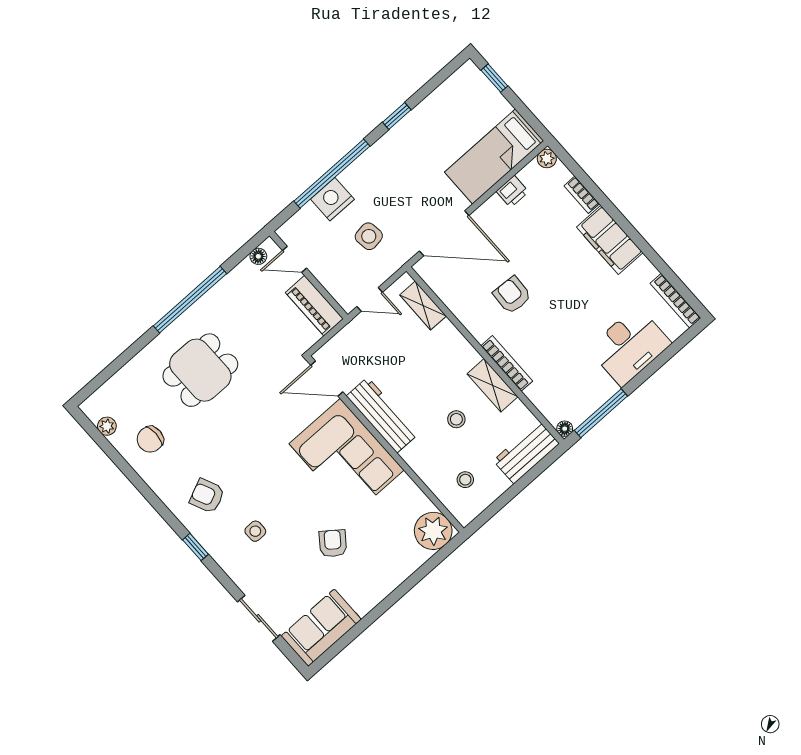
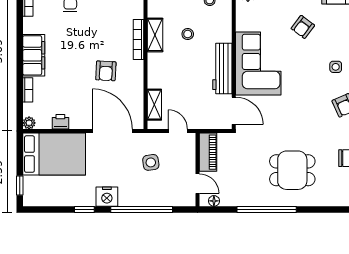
bed: (494, 157) -> (54, 154), width x1.50
nightstand: (332, 199) -> (107, 197), moved

